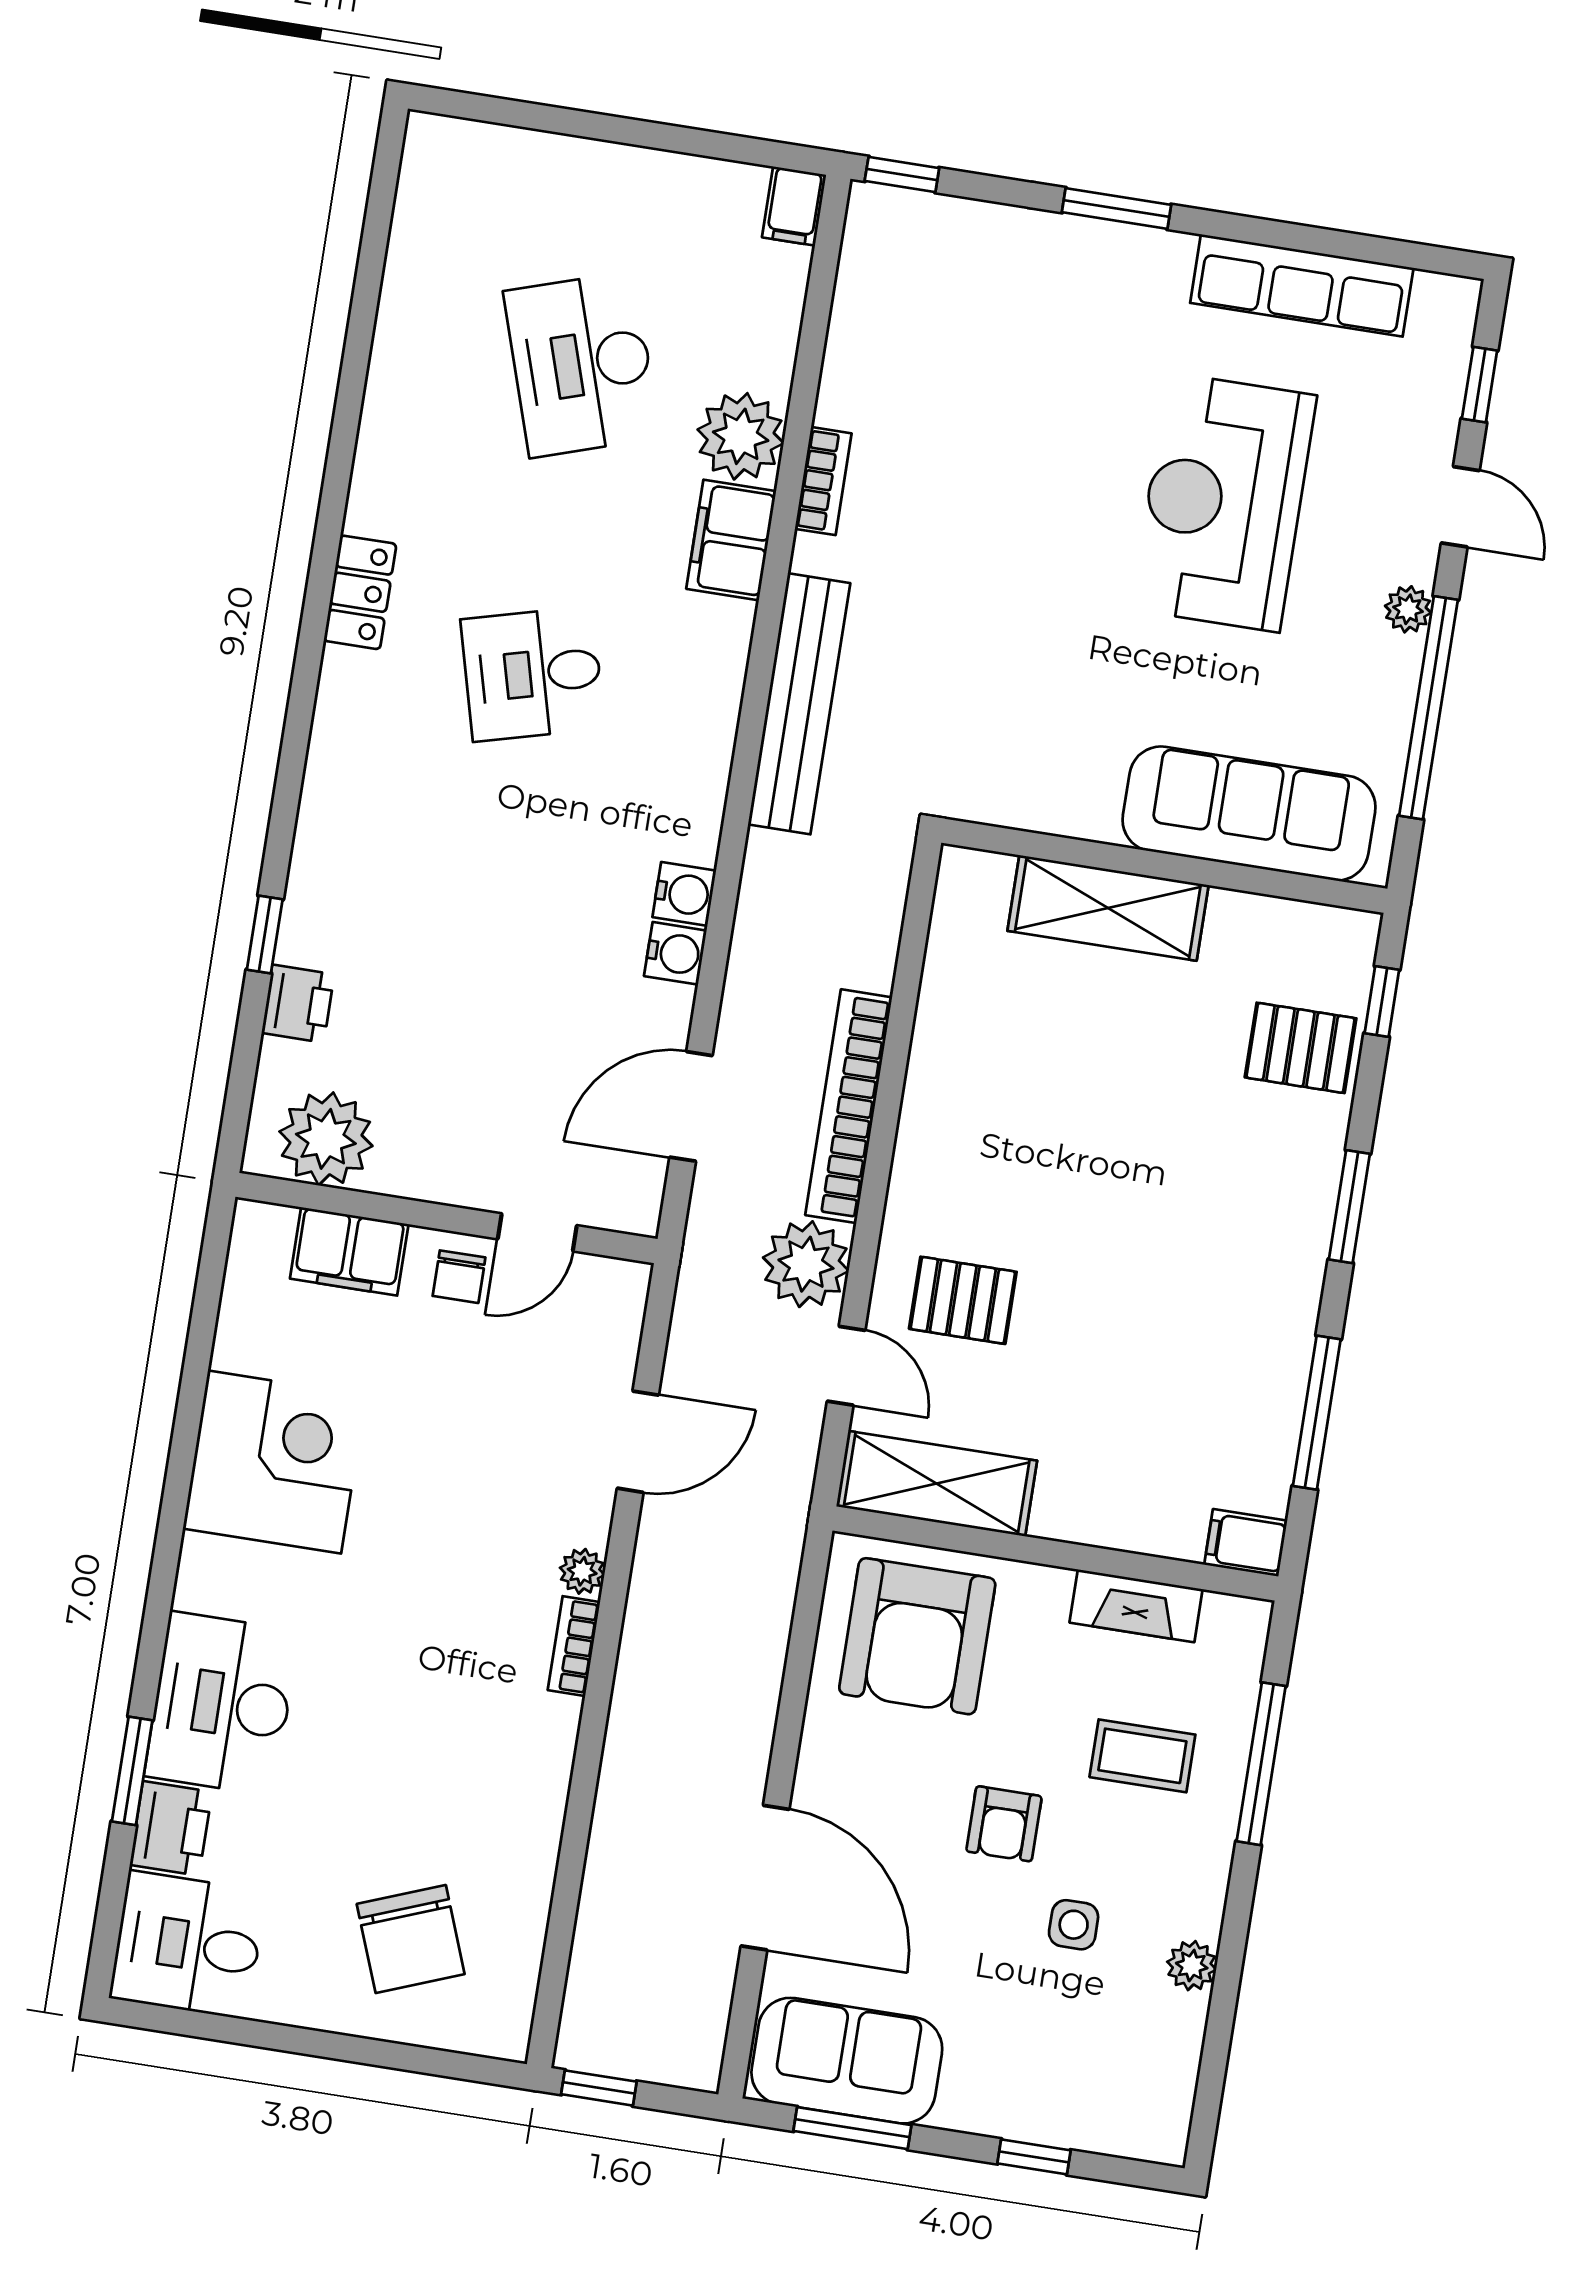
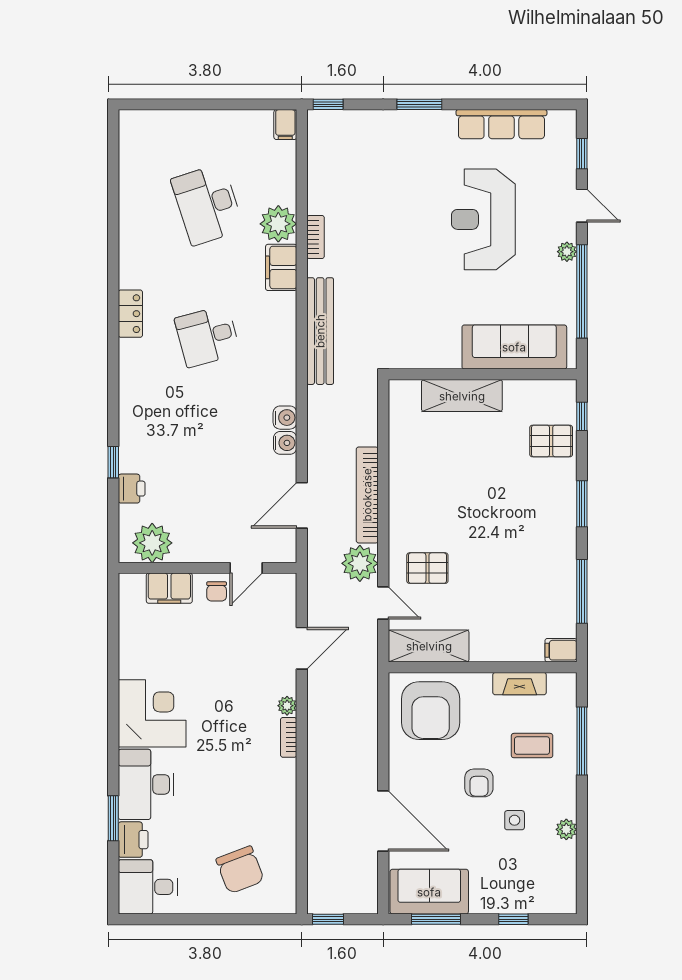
corner desk: (275, 1462) -> (152, 713), moved

